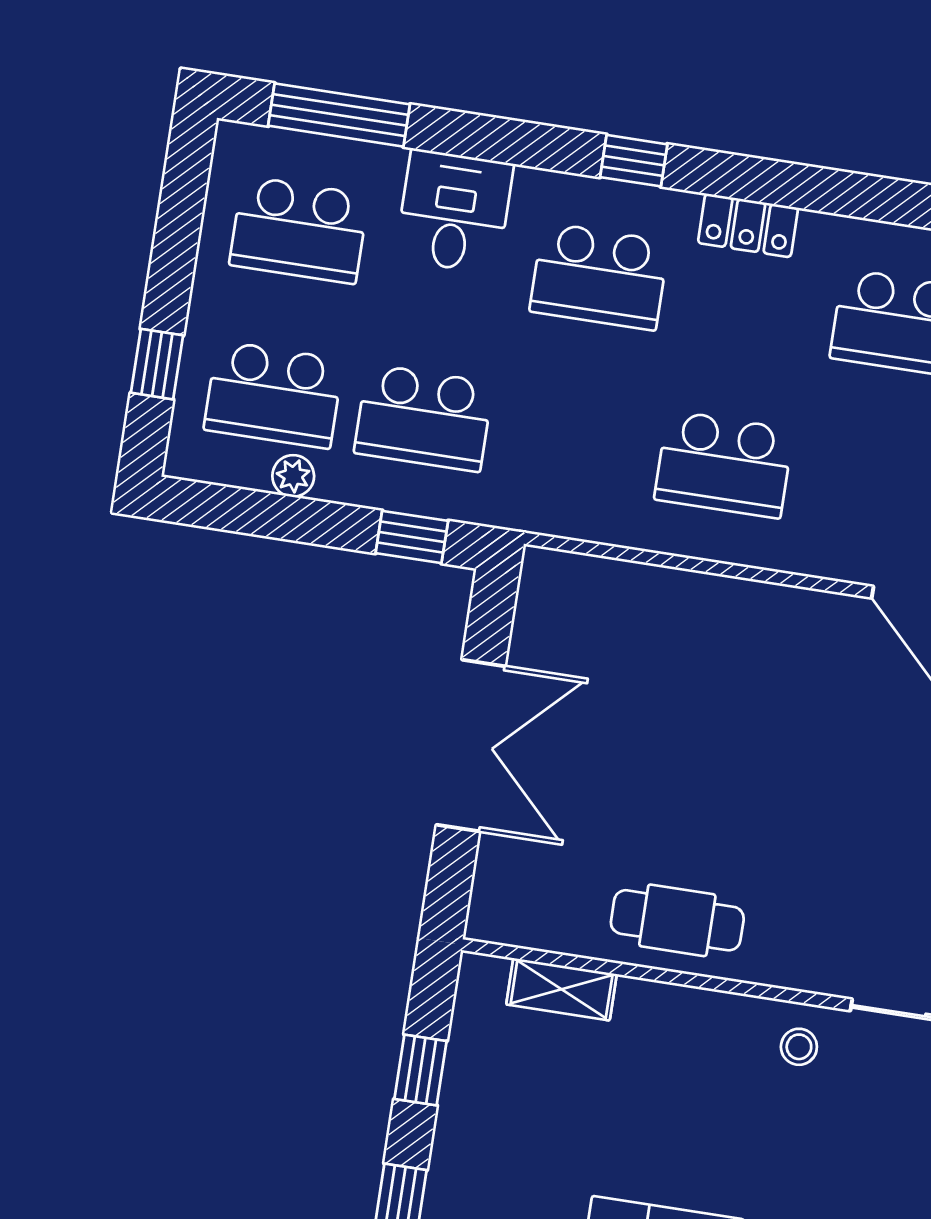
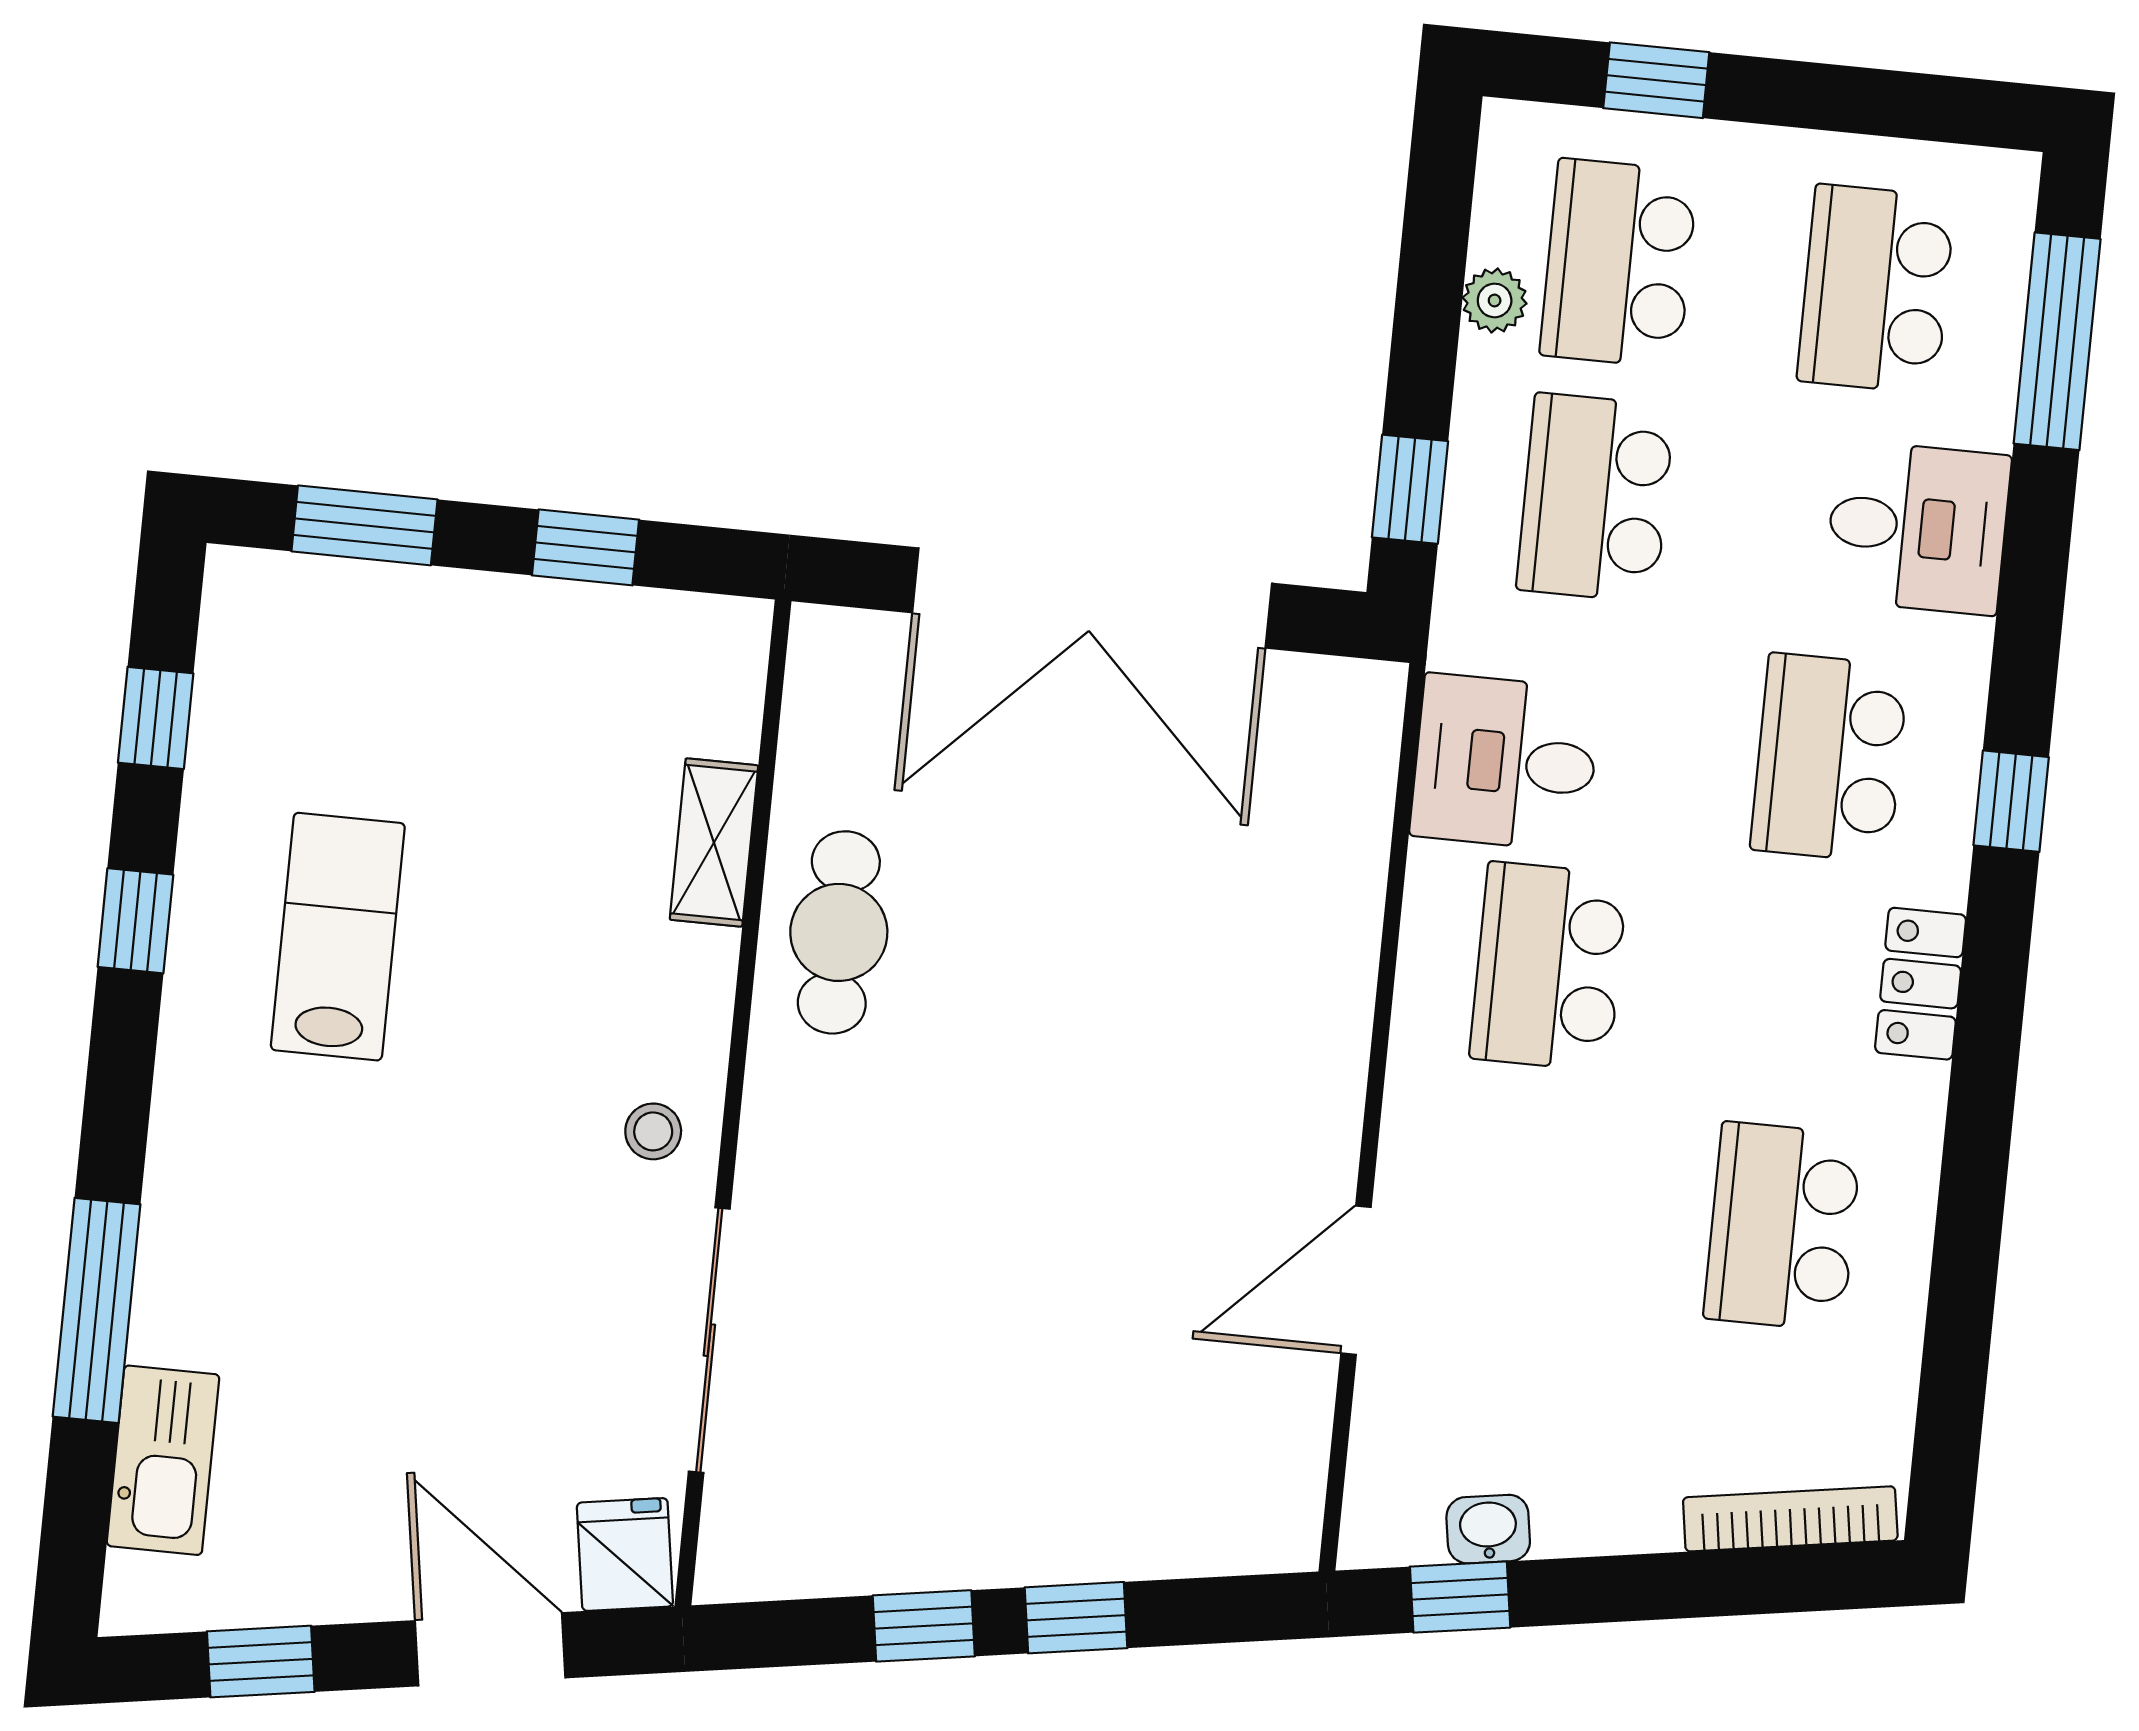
desk: (591, 485) -> (1505, 762), added
double door: (471, 746) -> (1092, 598), width x1.36
shelving: (562, 989) -> (714, 843), moved

